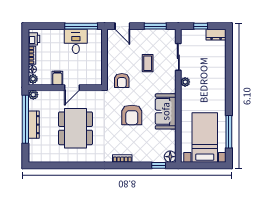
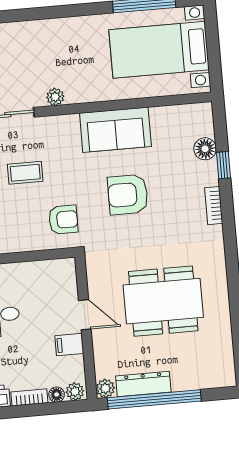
armchair: (132, 115) -> (128, 195), turned 180
dresser: (34, 125) -> (143, 384), moved
floor lamp: (170, 157) -> (205, 149), moved
window: (159, 165) -> (223, 165), moved

